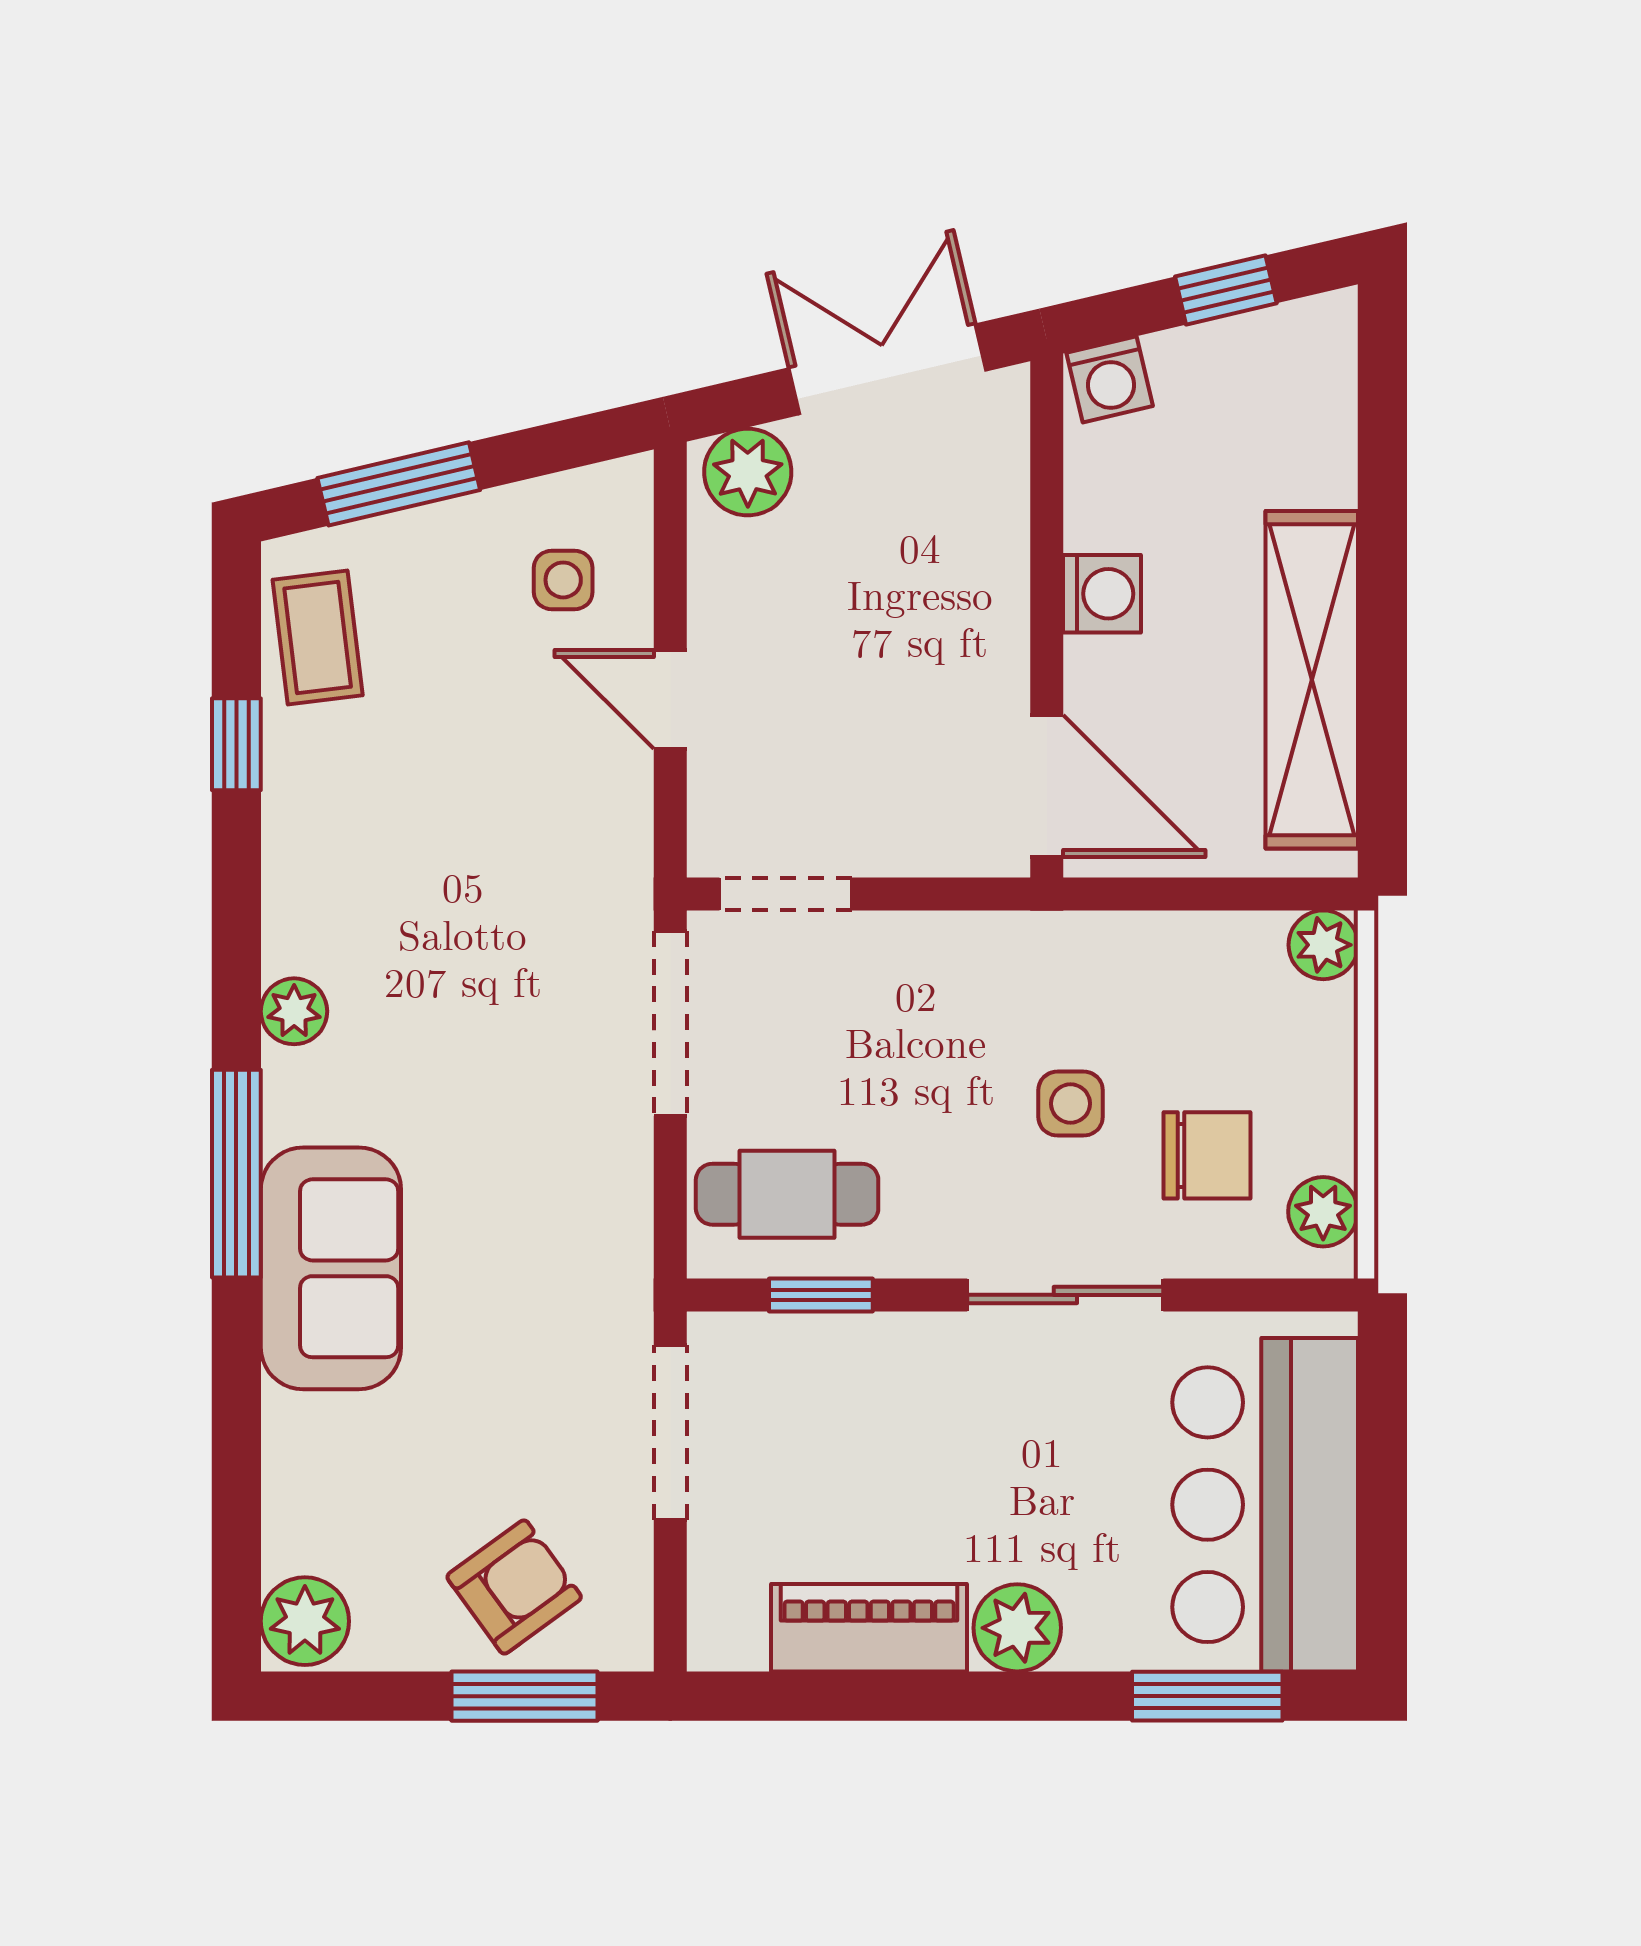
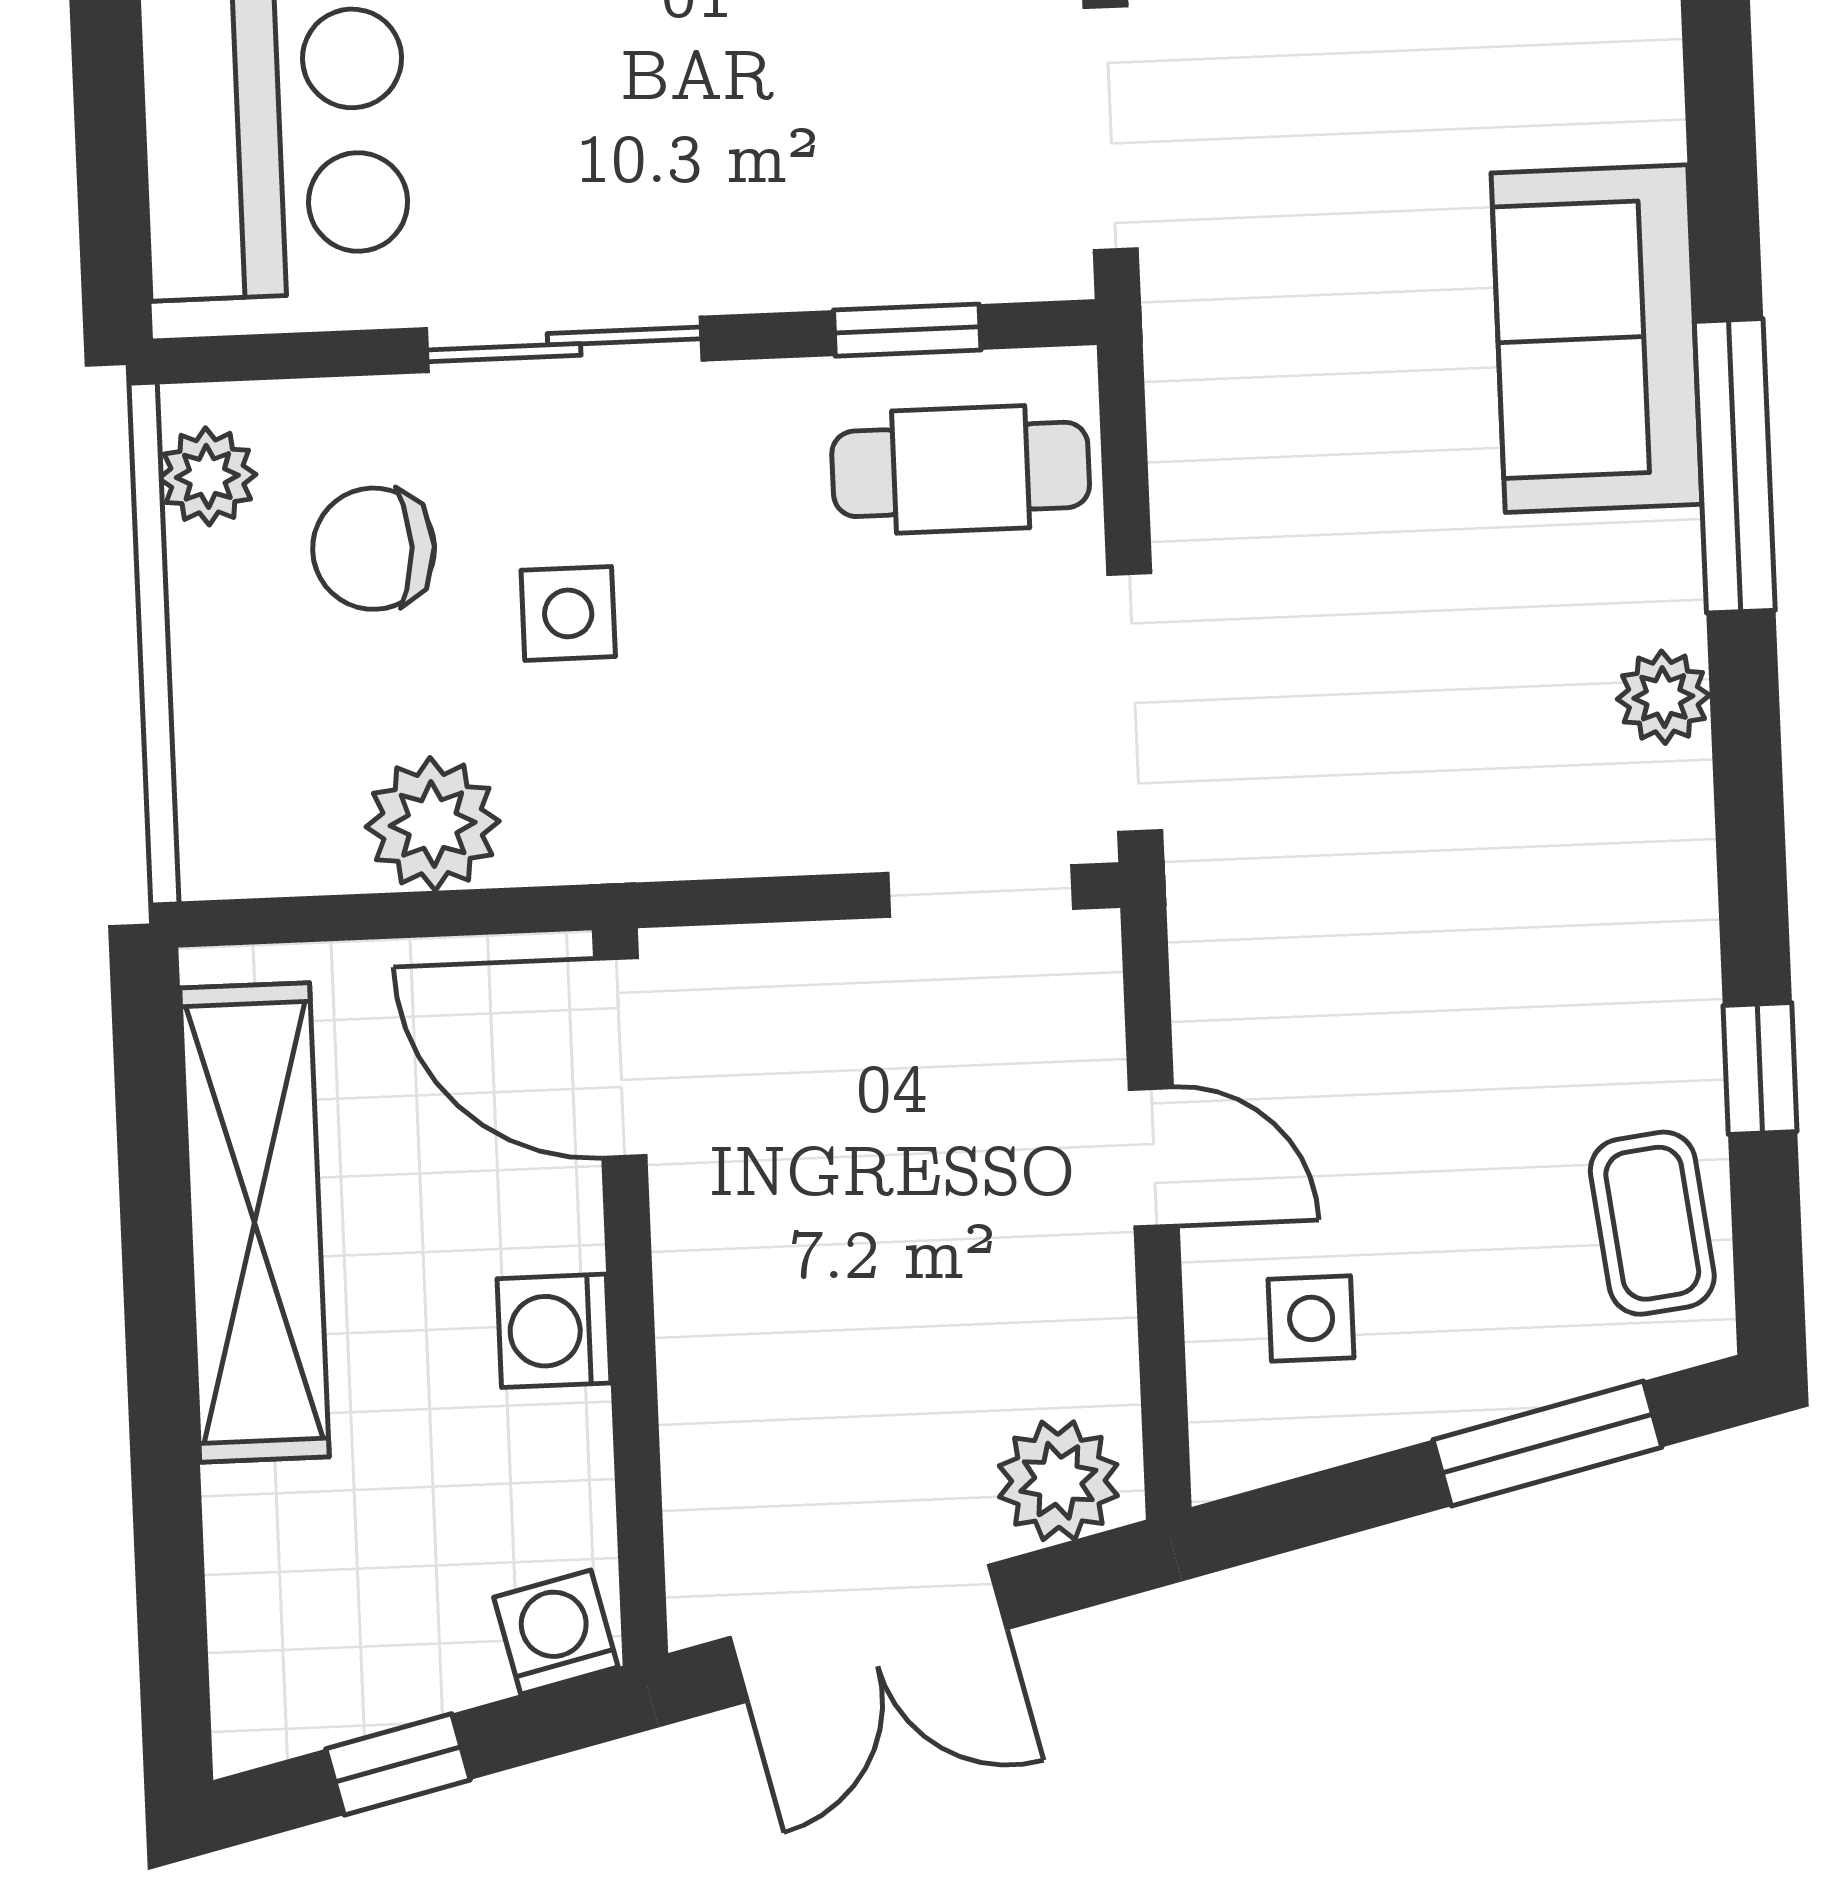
plant: (1323, 945) -> (433, 824), moved, width x1.38, depth x1.38

